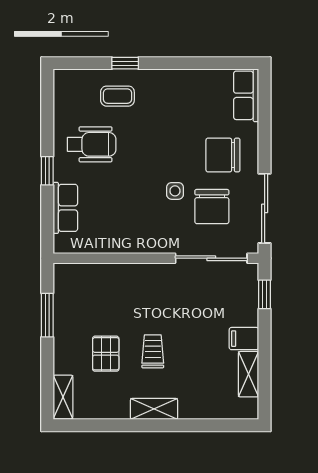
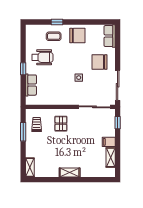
chair: (212, 207) -> (77, 35), moved, turned -90
trolley: (153, 351) -> (37, 124), moved
pallet: (106, 354) -> (61, 124), moved

